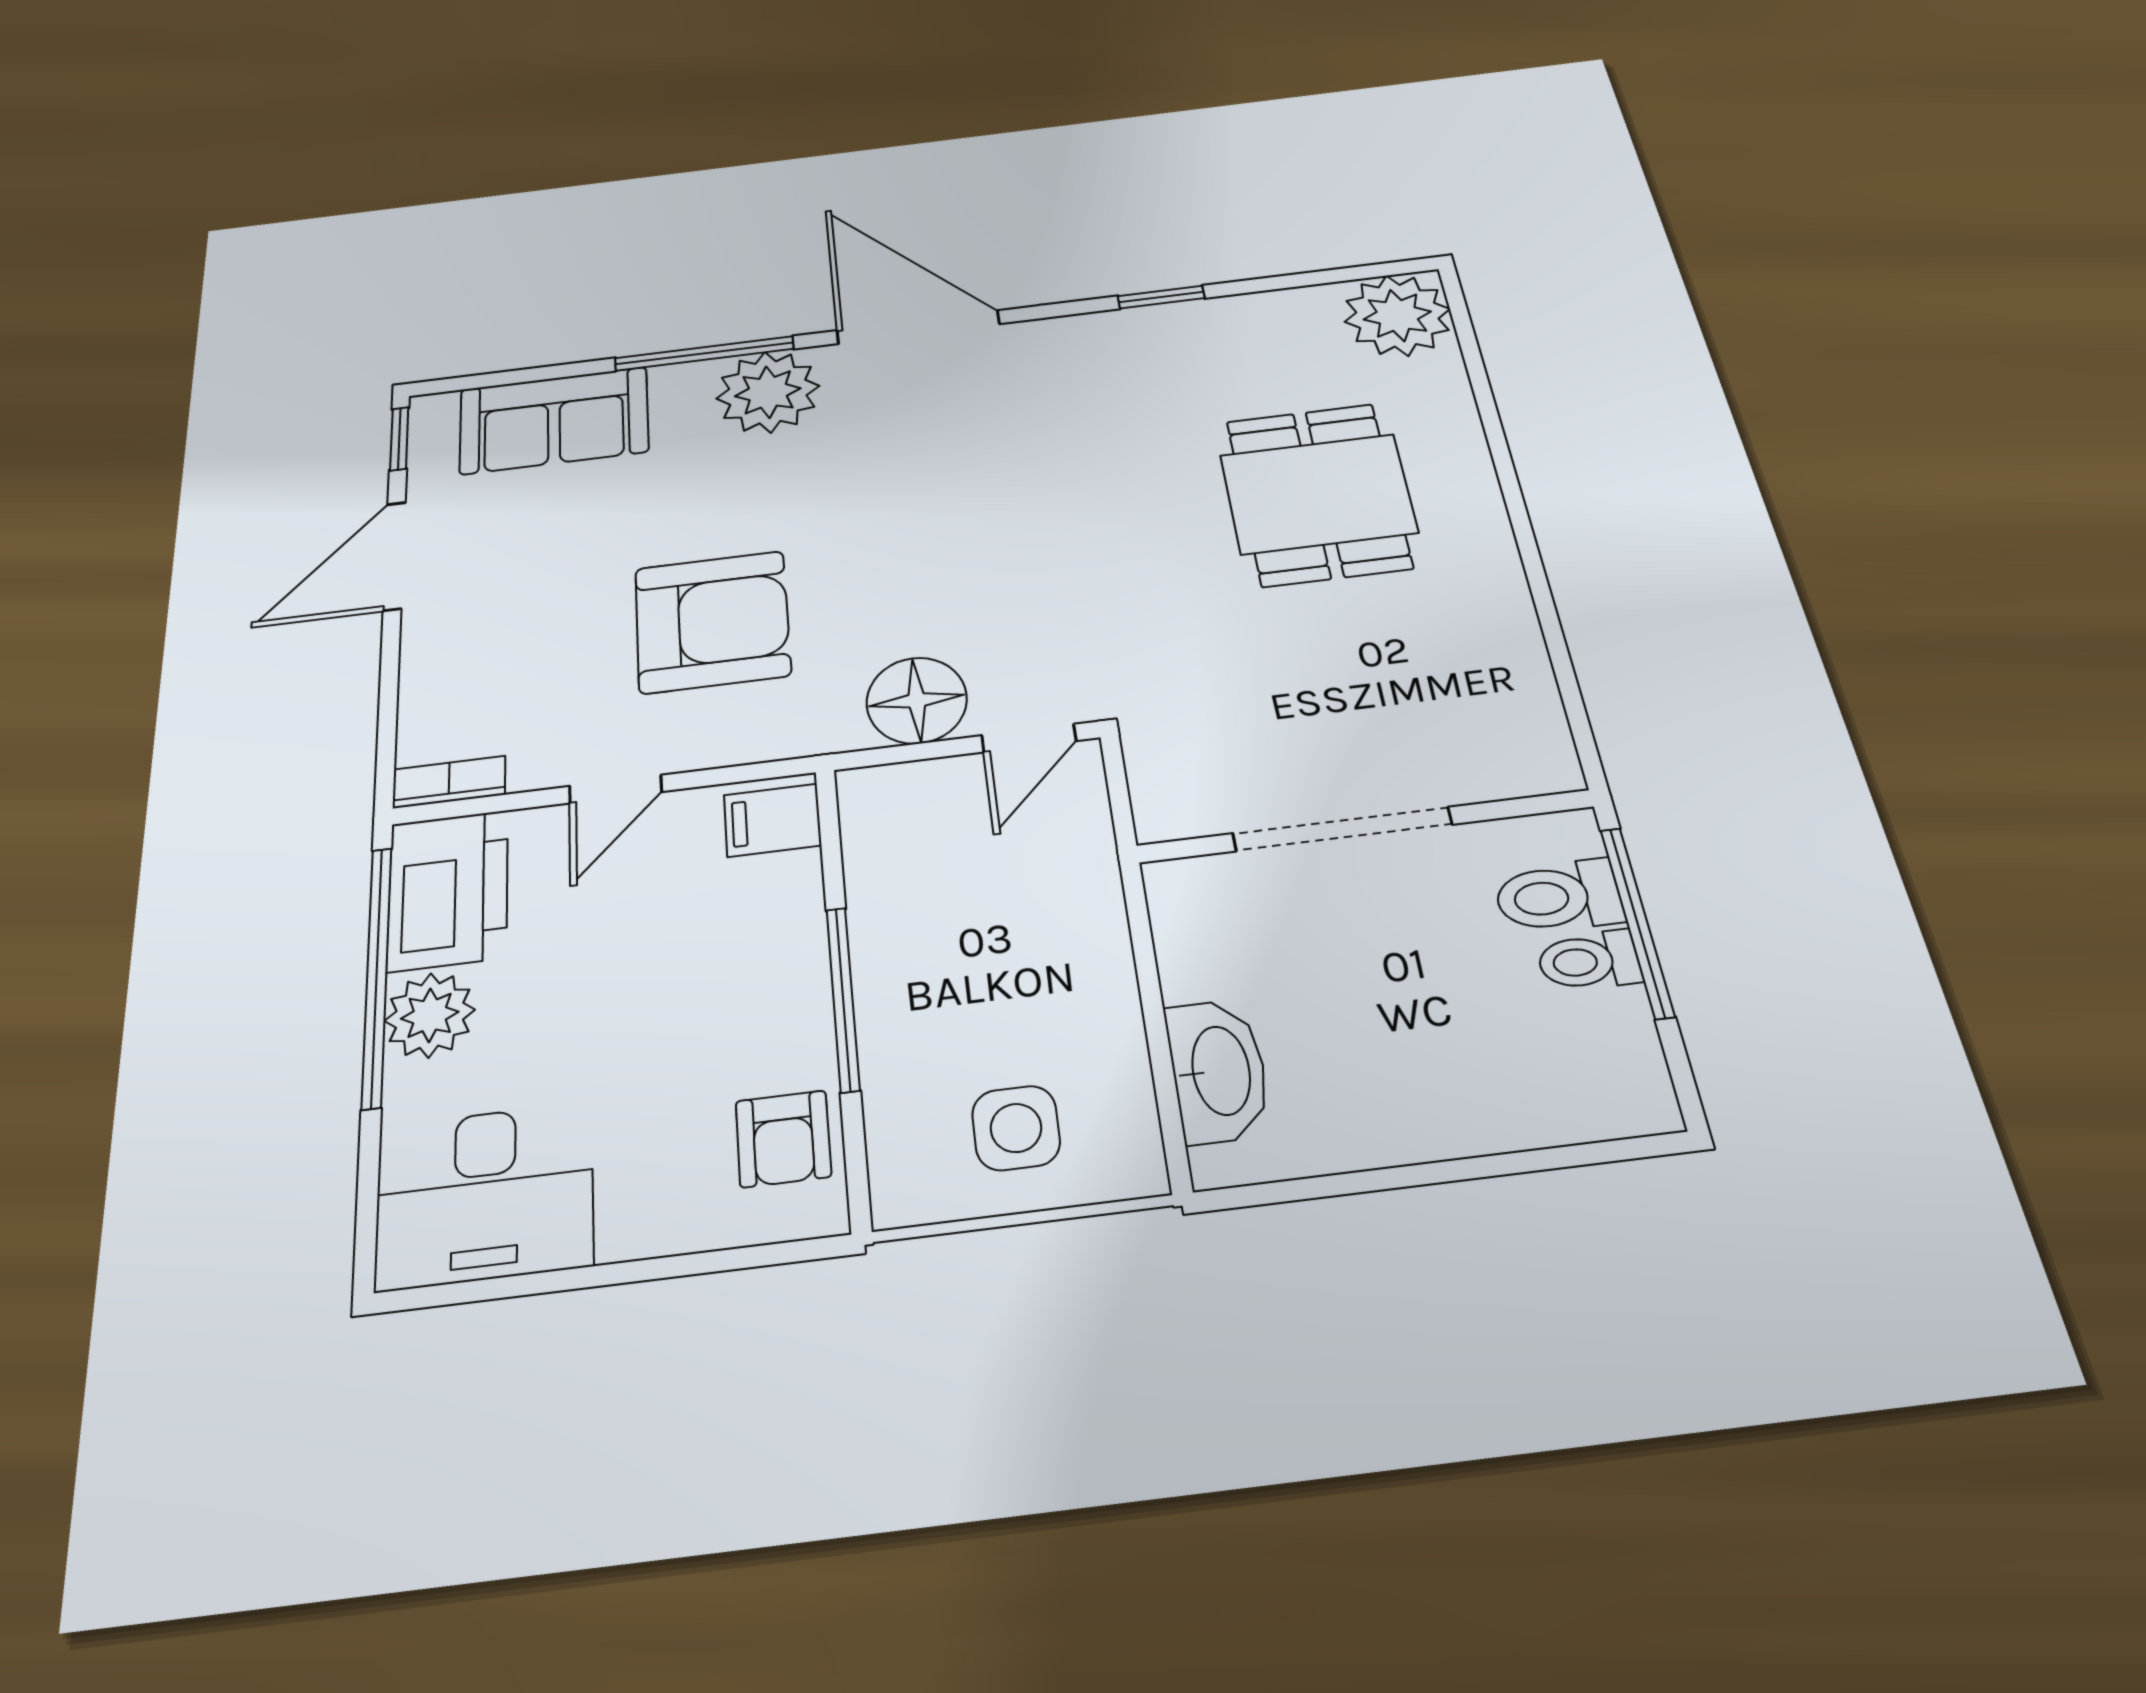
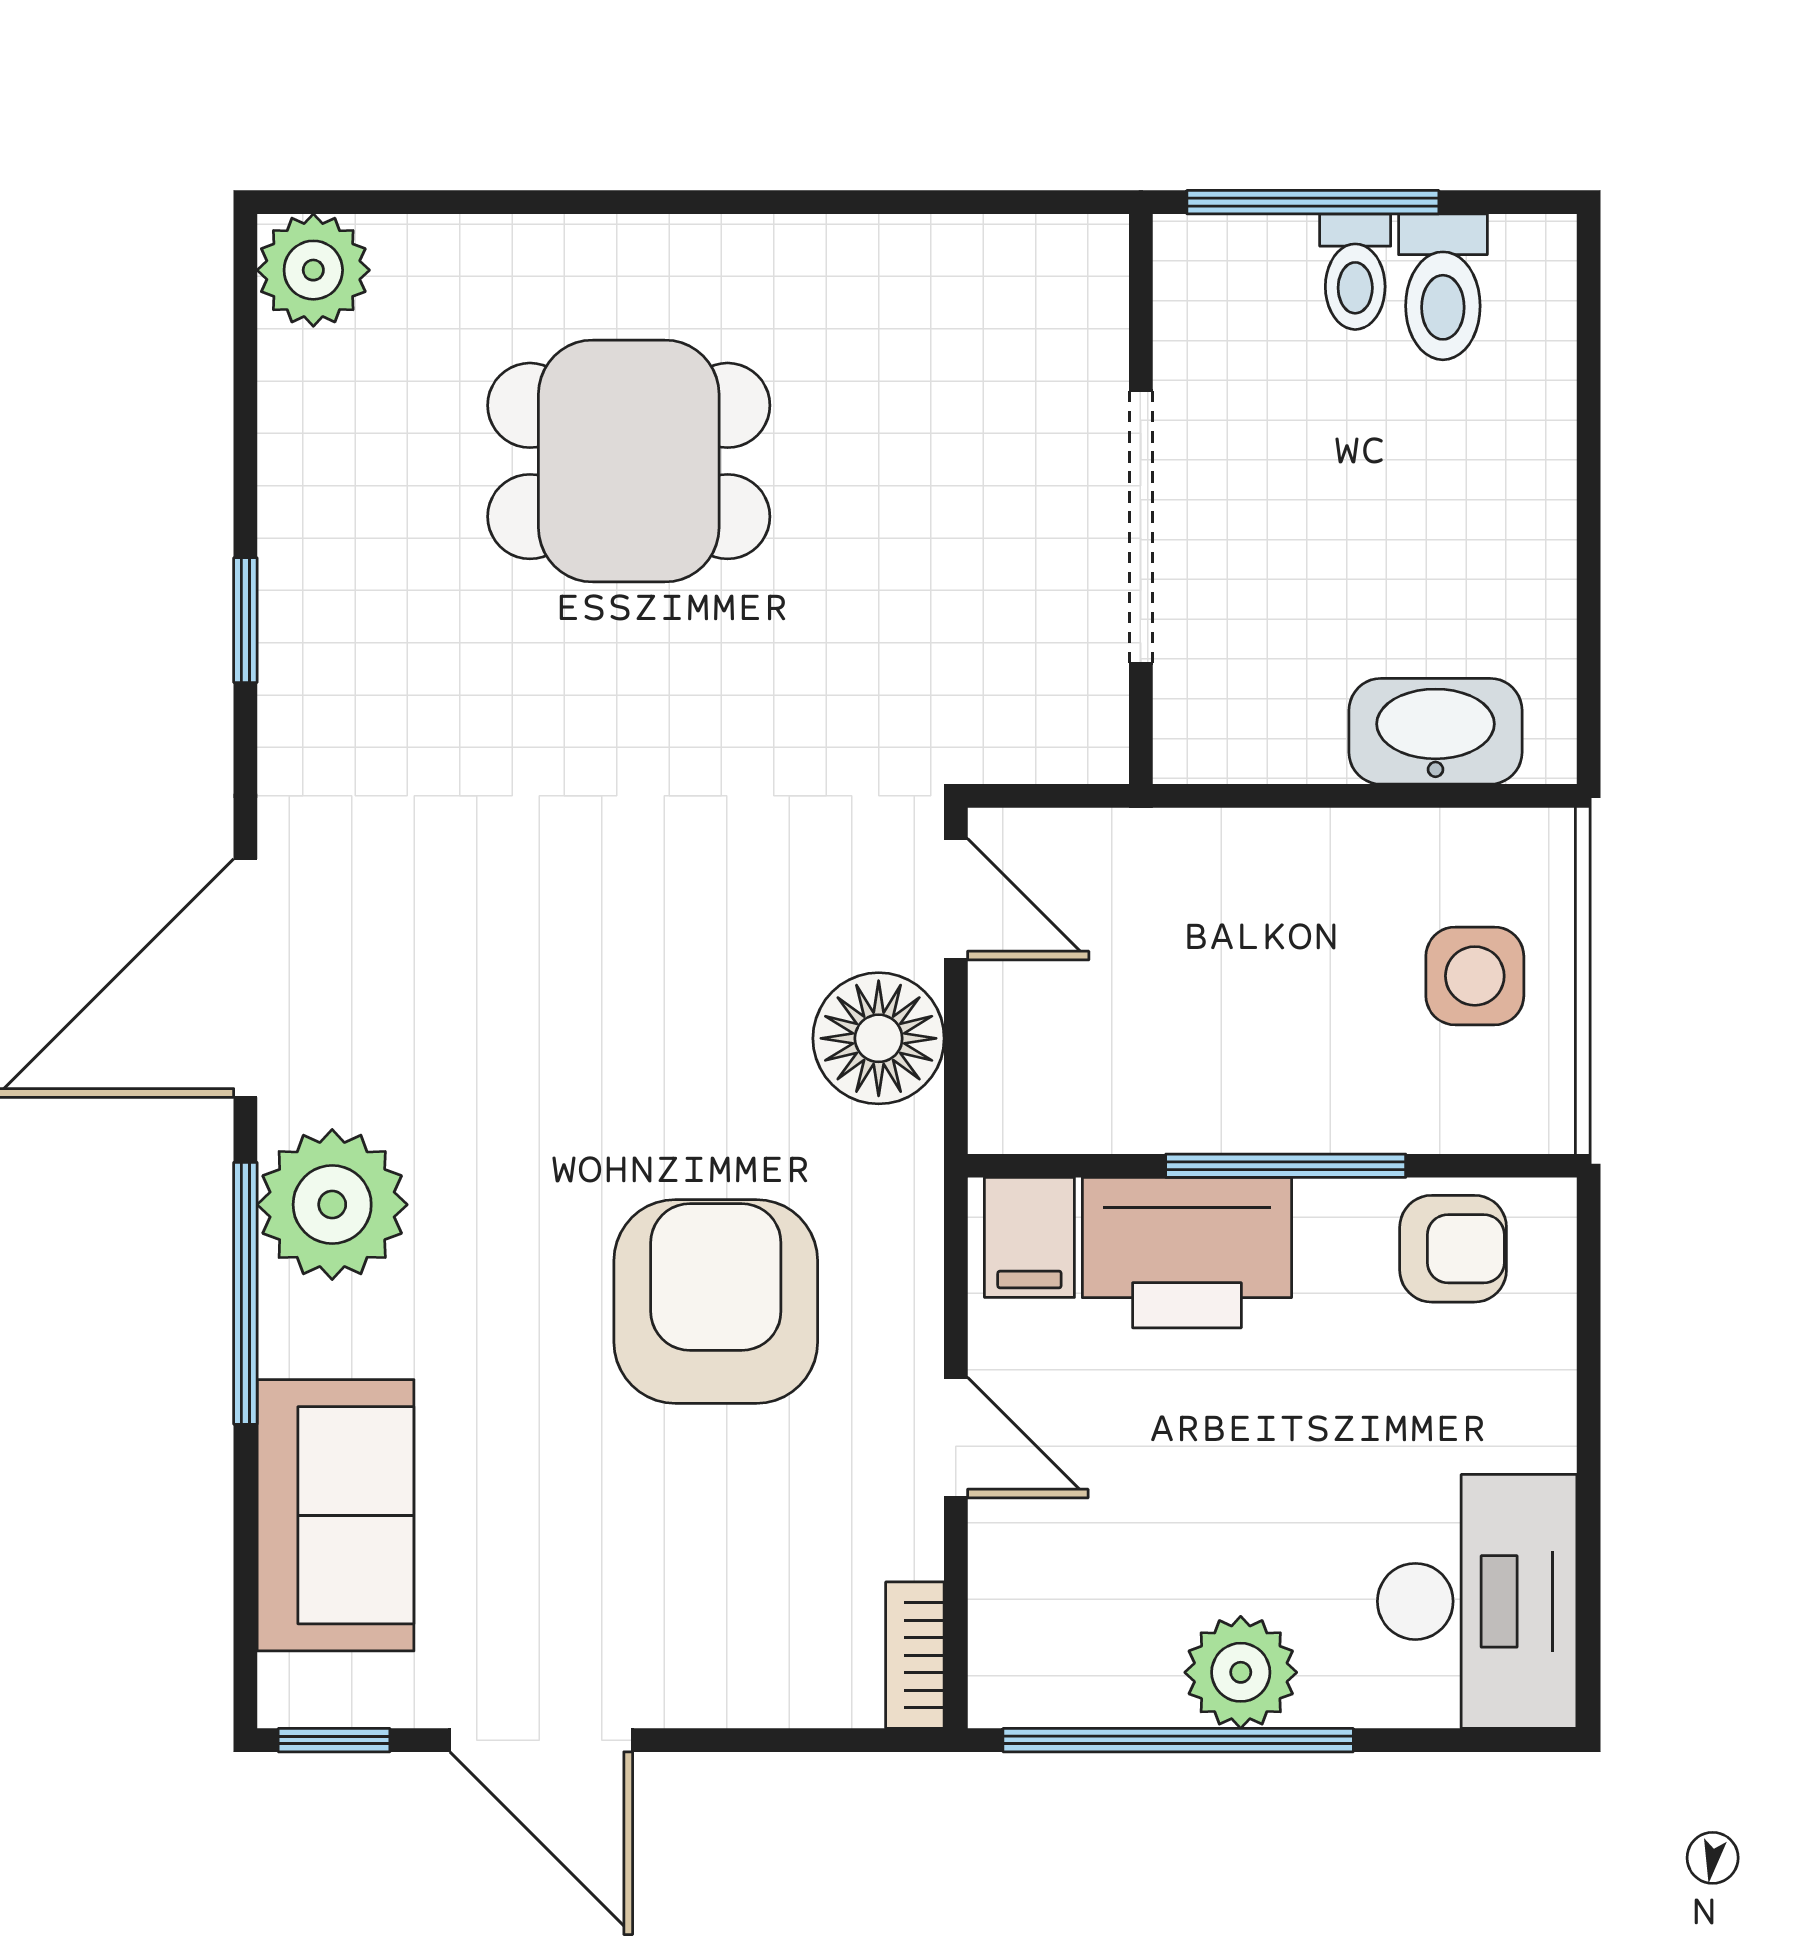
plant: (1397, 315) -> (313, 270), width x0.73, depth x0.73
printer: (448, 890) -> (1187, 1253), moved, turned 180
toilet: (1558, 897) -> (1443, 287), moved

